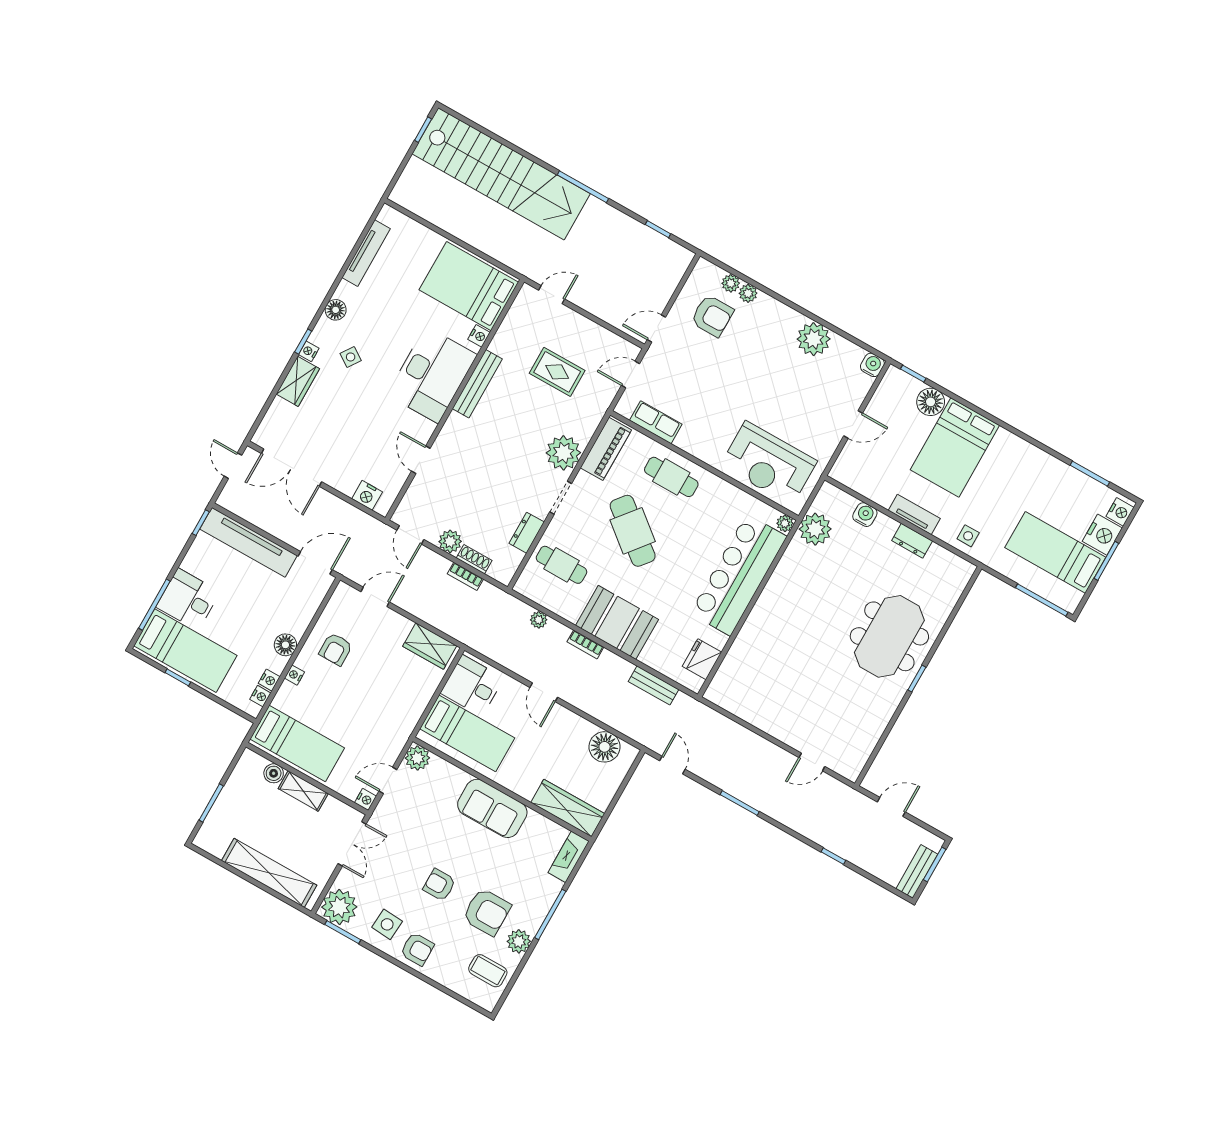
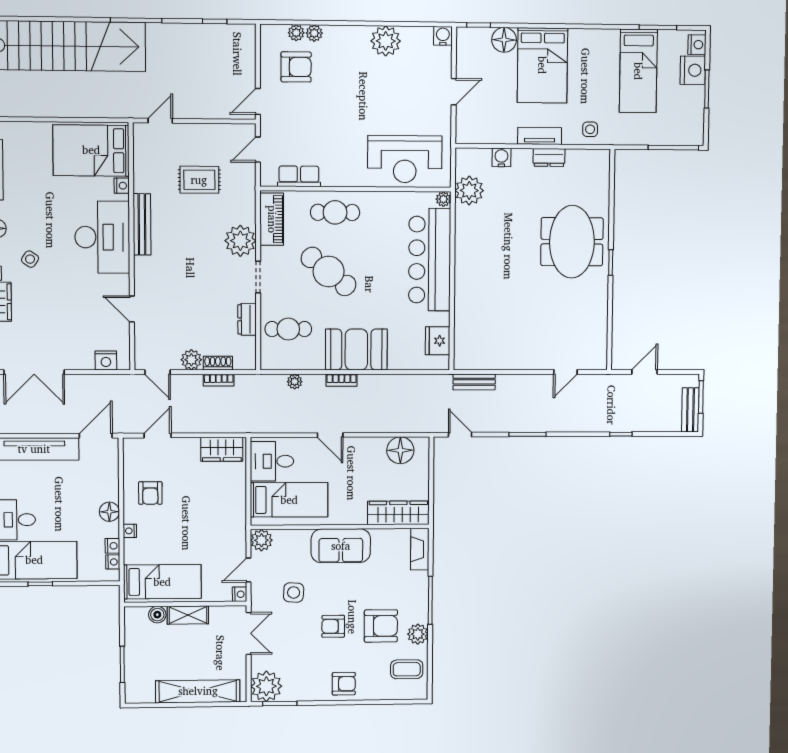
bed: (1055, 552) -> (638, 71), moved, turned -90
bench: (654, 685) -> (474, 382), moved
side table: (387, 924) -> (294, 592), moved

